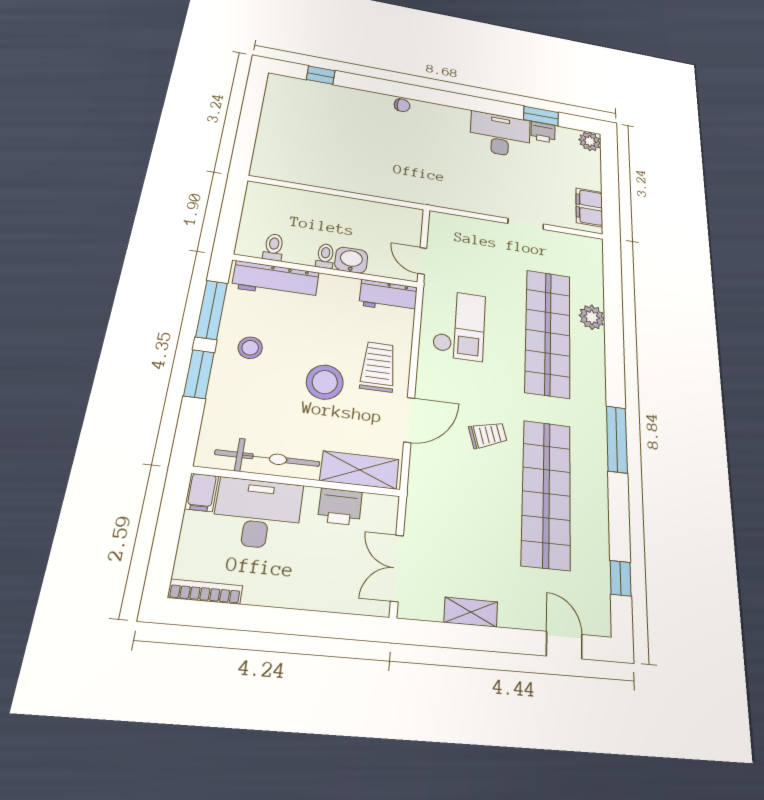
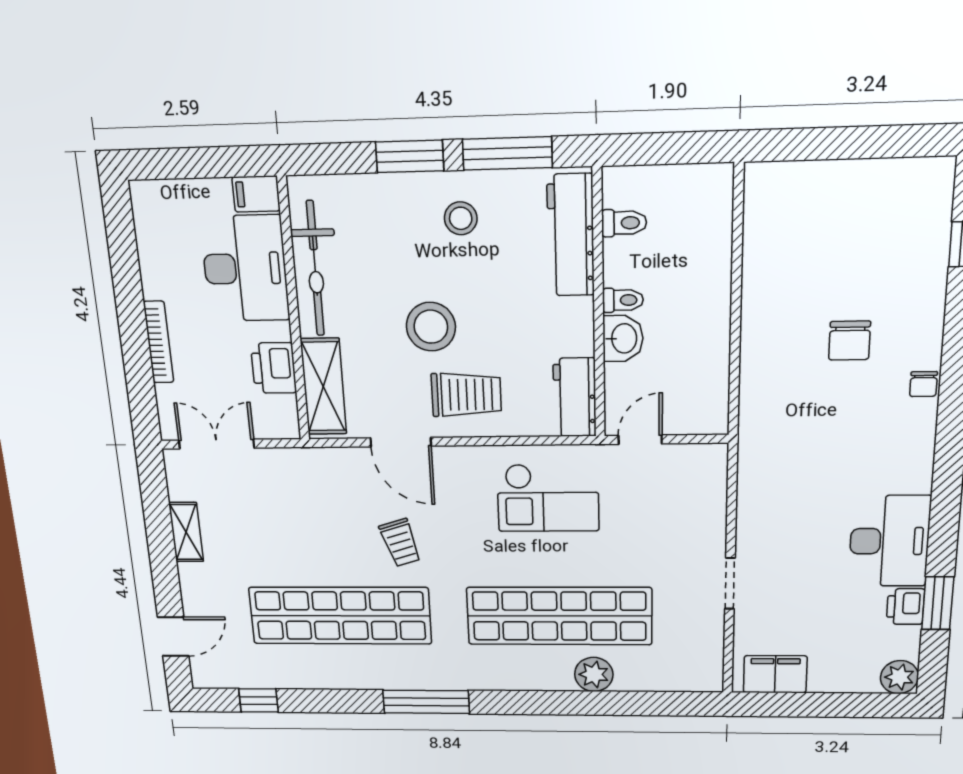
chair: (370, 137) -> (850, 341), added
bookcase: (205, 592) -> (159, 342), moved

